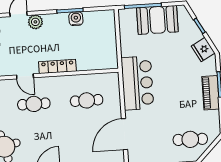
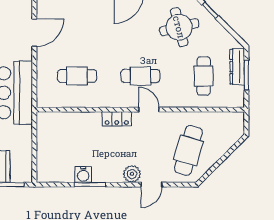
locker: (57, 66) -> (117, 119), width x0.66
door: (124, 134) -> (34, 33), width x0.73

